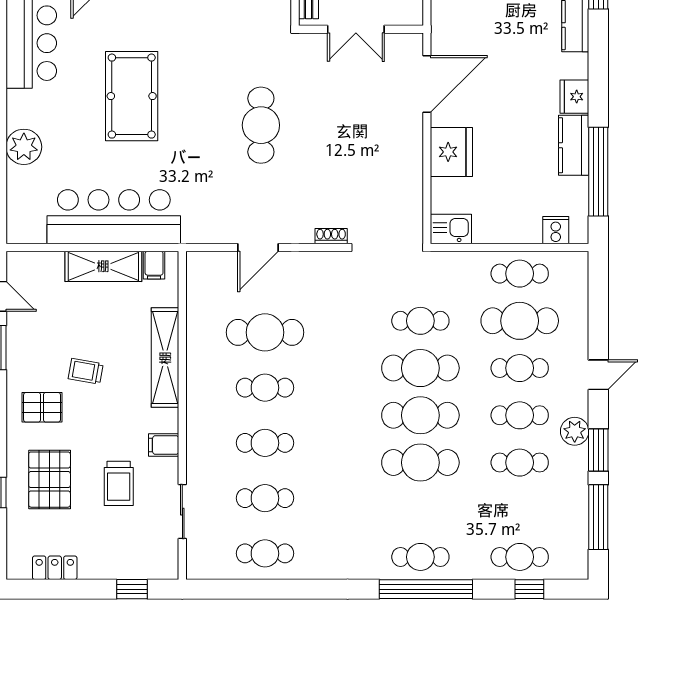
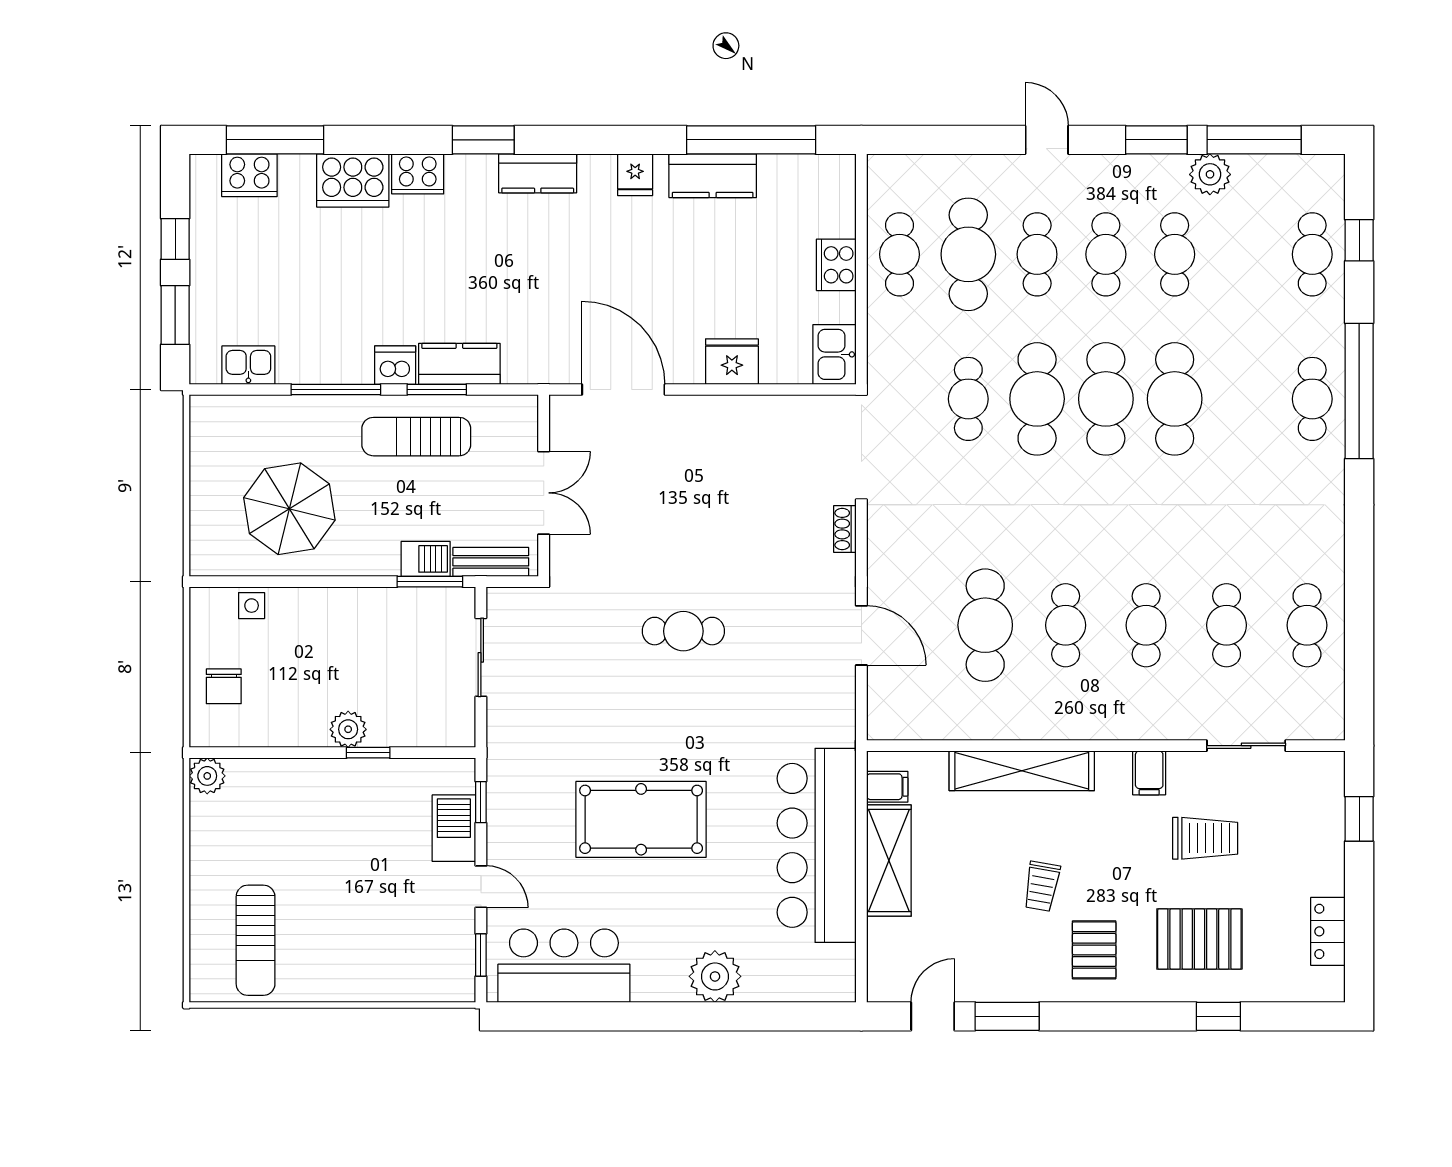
fridge: (574, 97) -> (635, 175), width x0.72
cafe table: (261, 125) -> (683, 631), width x0.73, depth x0.74
fridge: (451, 152) -> (732, 362), width x0.73, depth x0.75
cooker: (556, 230) -> (836, 265), moved, width x1.36
plant: (575, 431) -> (1210, 174), moved

